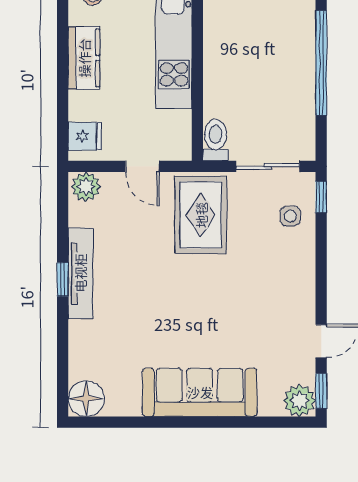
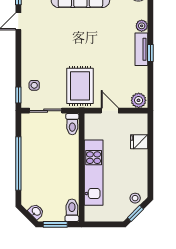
kitchen counter: (84, 58) -> (140, 166), removed
fridge: (85, 136) -> (139, 142), moved
tv unit: (80, 273) -> (141, 49), width x0.71
plant: (80, 333) -> (142, 26), added

